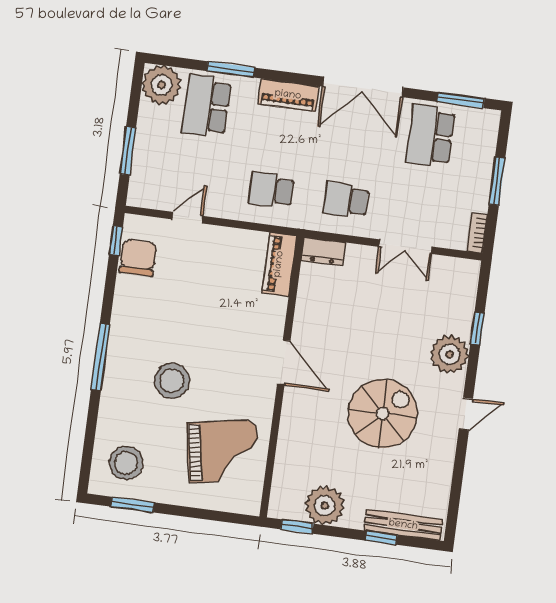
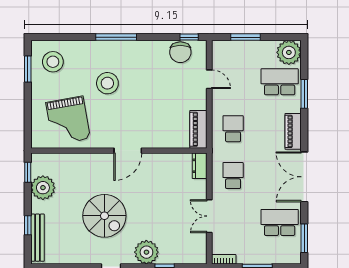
chair: (138, 258) -> (180, 52), turned 90
piano: (279, 264) -> (198, 129), moved, turned -90

